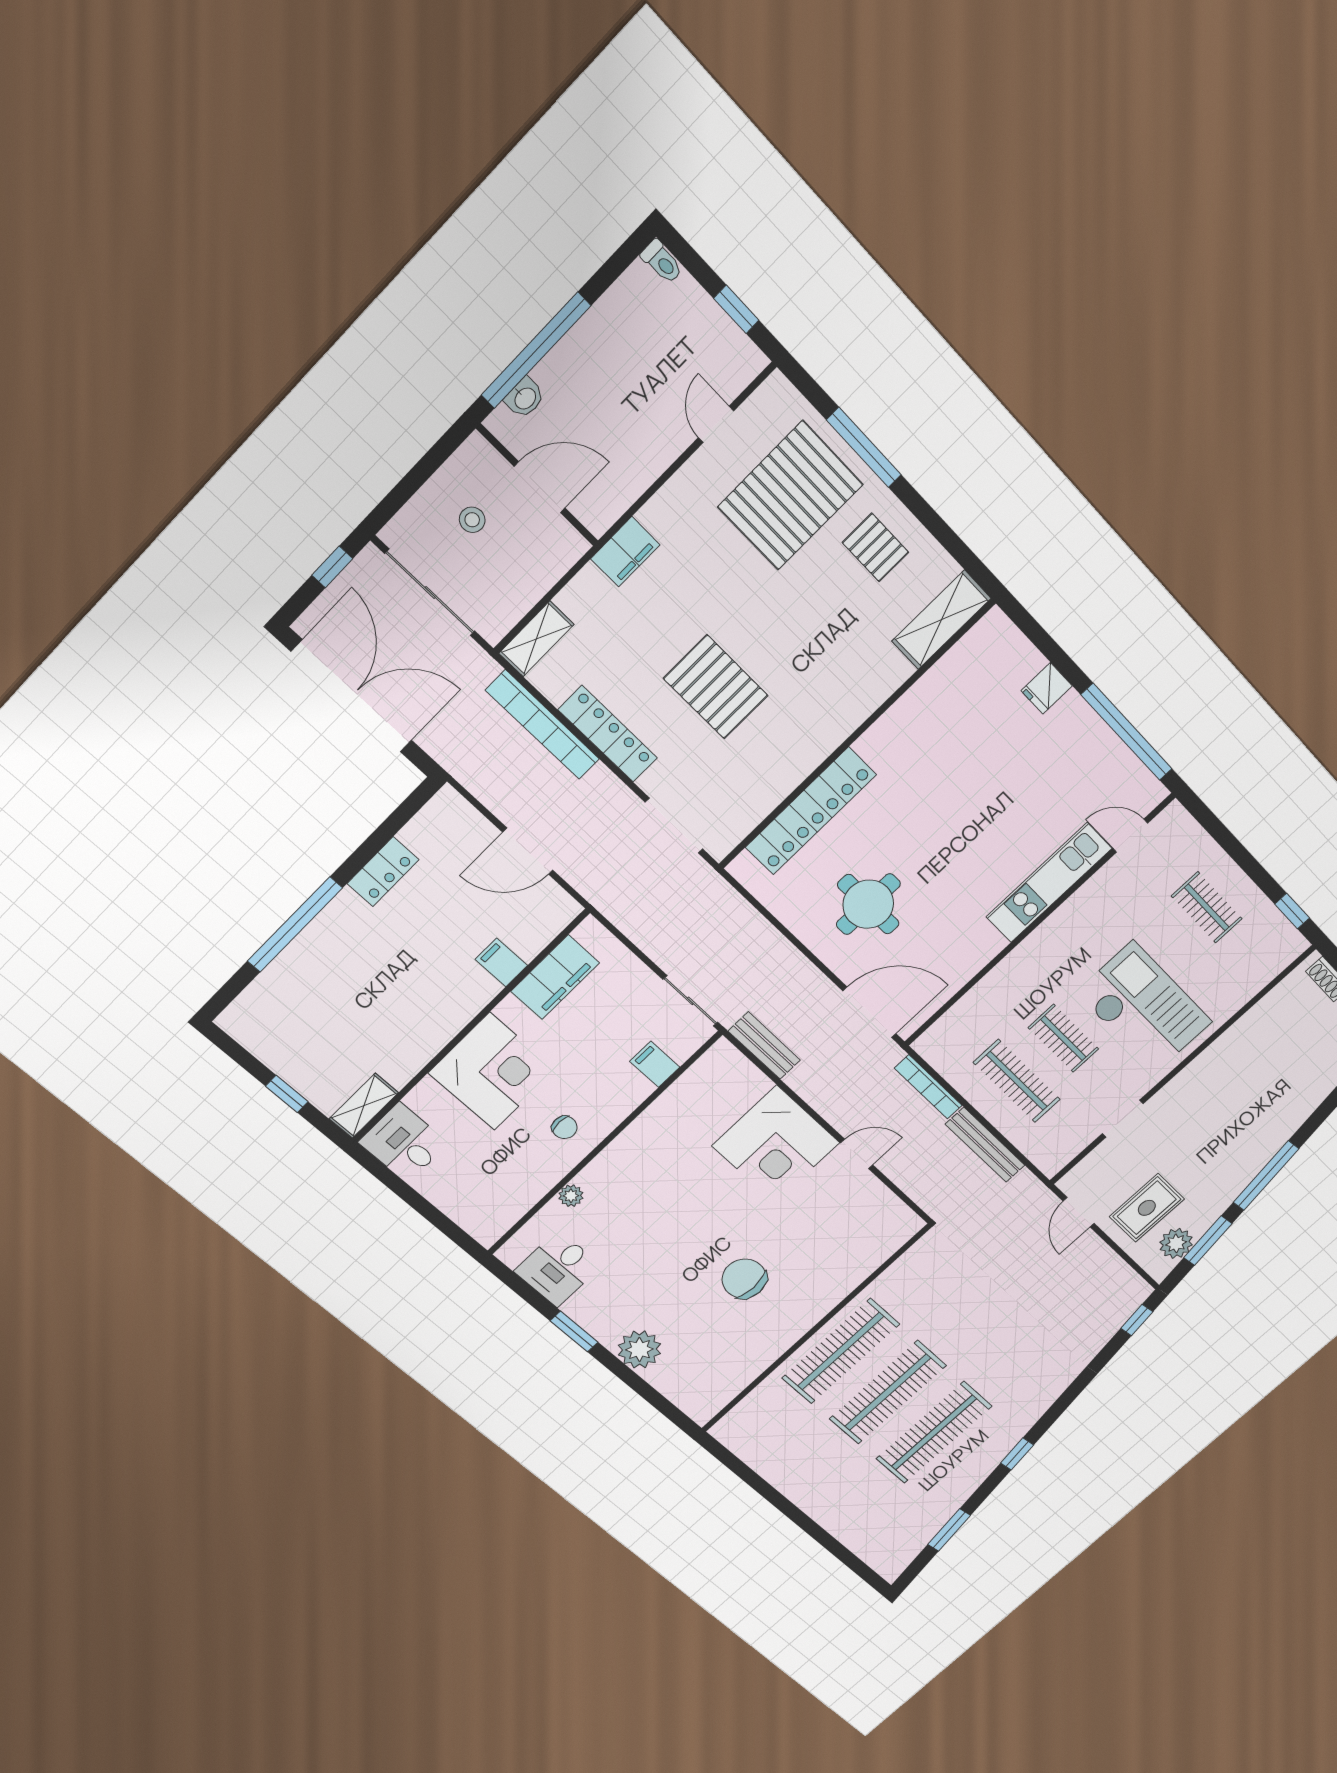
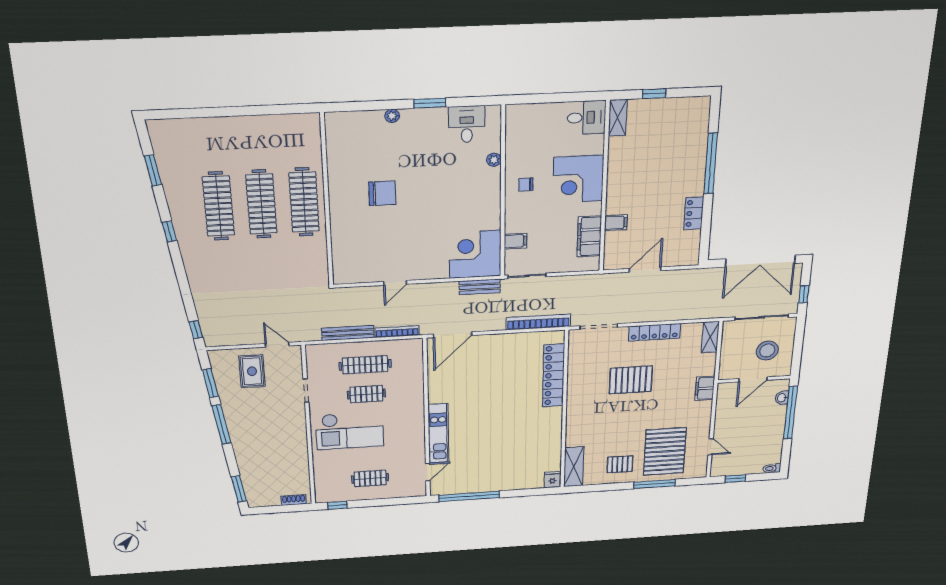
stool: (472, 520) -> (767, 350), width x1.89, depth x1.89
fridge: (1047, 688) -> (552, 480), moved
bookcase: (543, 725) -> (538, 322), moved
round table: (868, 904) -> (497, 368), removed
corner desk: (776, 1144) -> (475, 254), moved
plant: (1176, 1243) -> (222, 370), removed
plant: (639, 1349) -> (392, 116), width x0.53, depth x0.53

